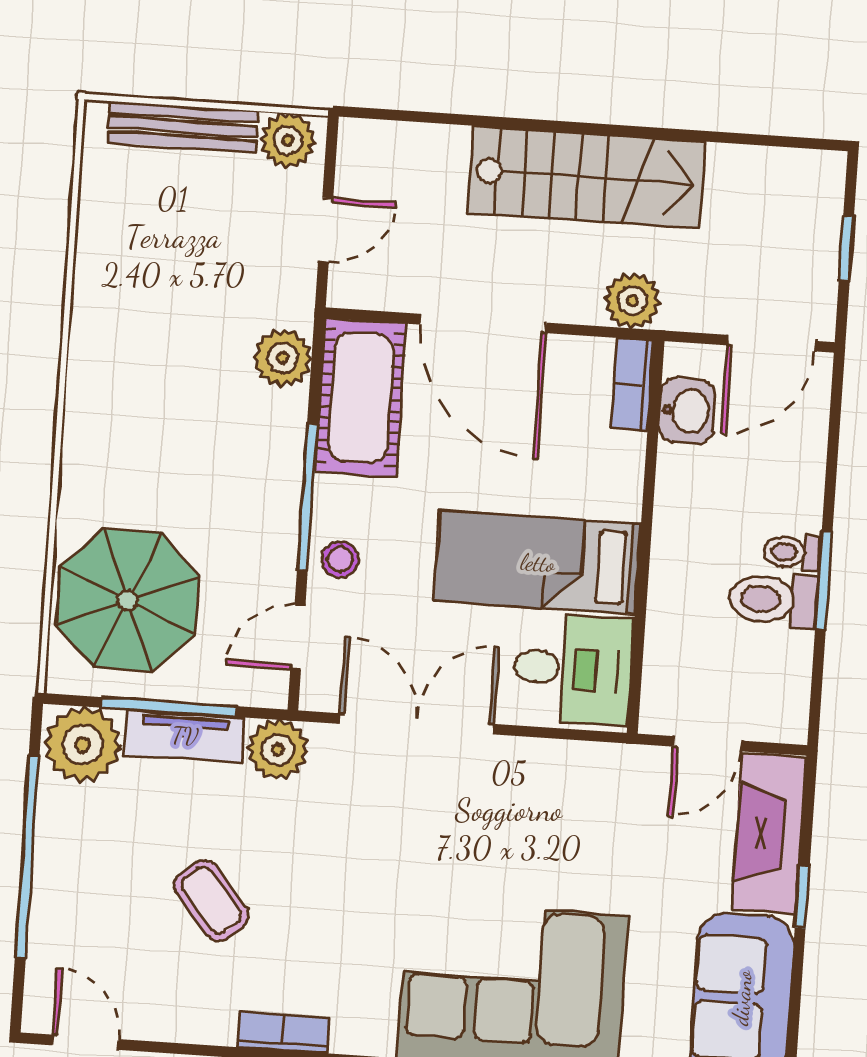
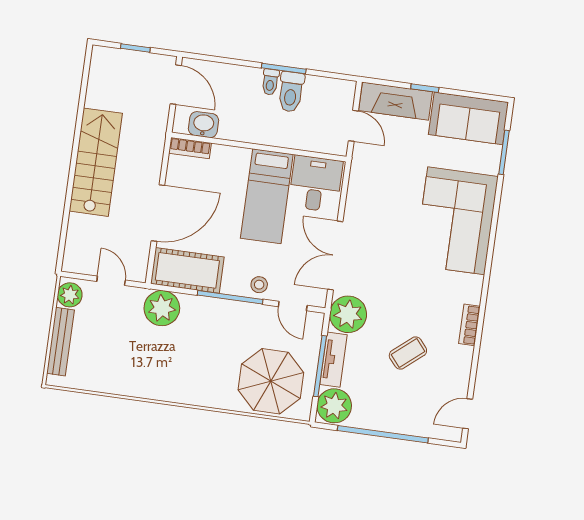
plant: (632, 301) -> (152, 146), removed
plant: (283, 358) -> (162, 308), width x1.36, depth x1.36
plant: (278, 750) -> (348, 314), width x1.36, depth x1.36

